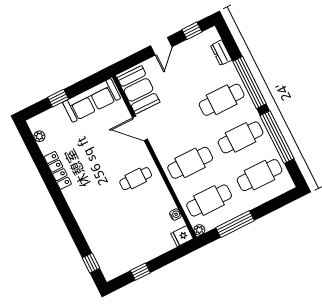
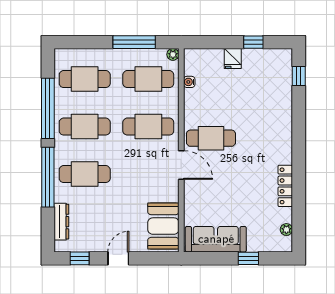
dresser: (221, 53) -> (61, 222), width x1.44
door: (140, 128) -> (181, 165), moved
cafe table: (136, 179) -> (211, 138), width x1.37, depth x1.35
fridge: (182, 236) -> (233, 59), moved, turned 90

